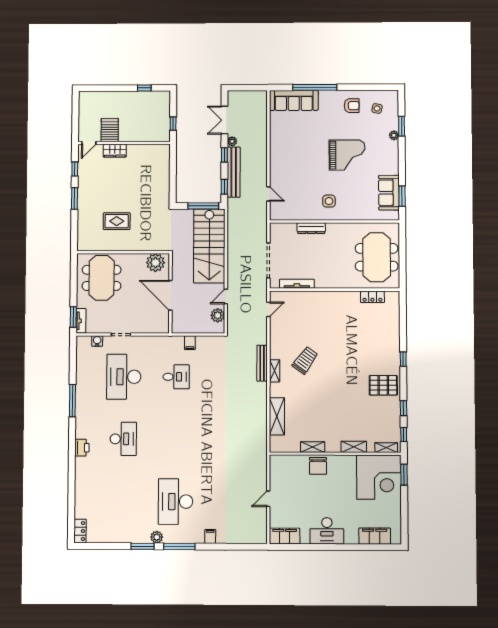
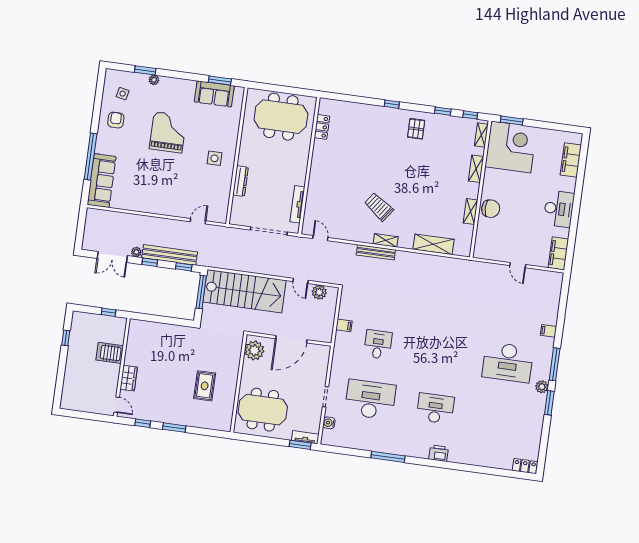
server rack: (110, 130) -> (110, 353), moved
desk: (124, 377) -> (370, 400), turned 180
pallet: (383, 385) -> (416, 129), width x0.67, depth x0.71

